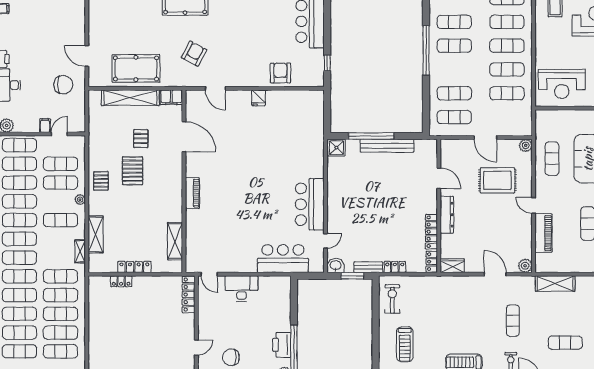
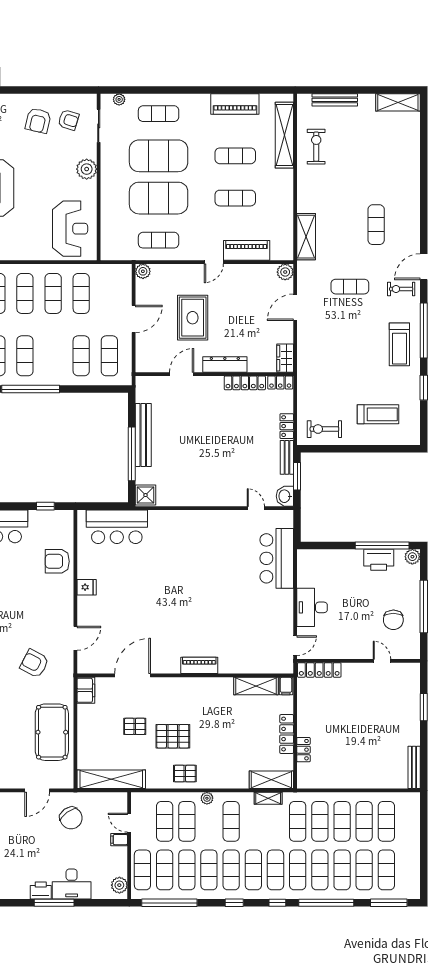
chair: (63, 85) -> (71, 818), turned 144
shelving: (130, 98) -> (111, 779), moved, turned 90
rug: (497, 180) -> (193, 318), moved
bar counter: (310, 204) -> (117, 527), moved
shelving: (96, 234) -> (271, 780), moved
filing cabinet: (175, 266) -> (286, 686), added

